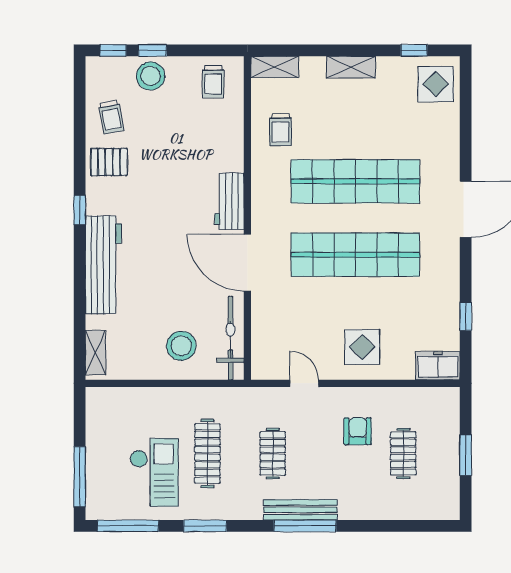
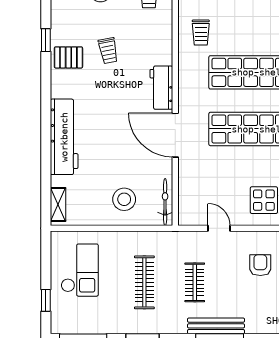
trolley: (111, 117) -> (108, 51), moved
window: (80, 210) -> (46, 40), moved
bicycle: (230, 338) -> (165, 202), width x0.73, depth x0.71
checkout: (154, 472) -> (80, 270), moved
window: (80, 477) -> (46, 300), width x0.46

